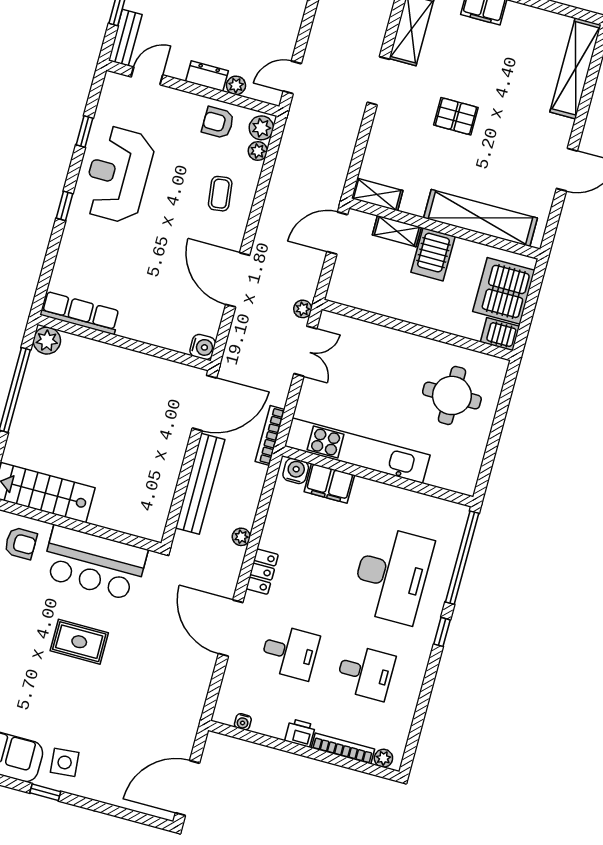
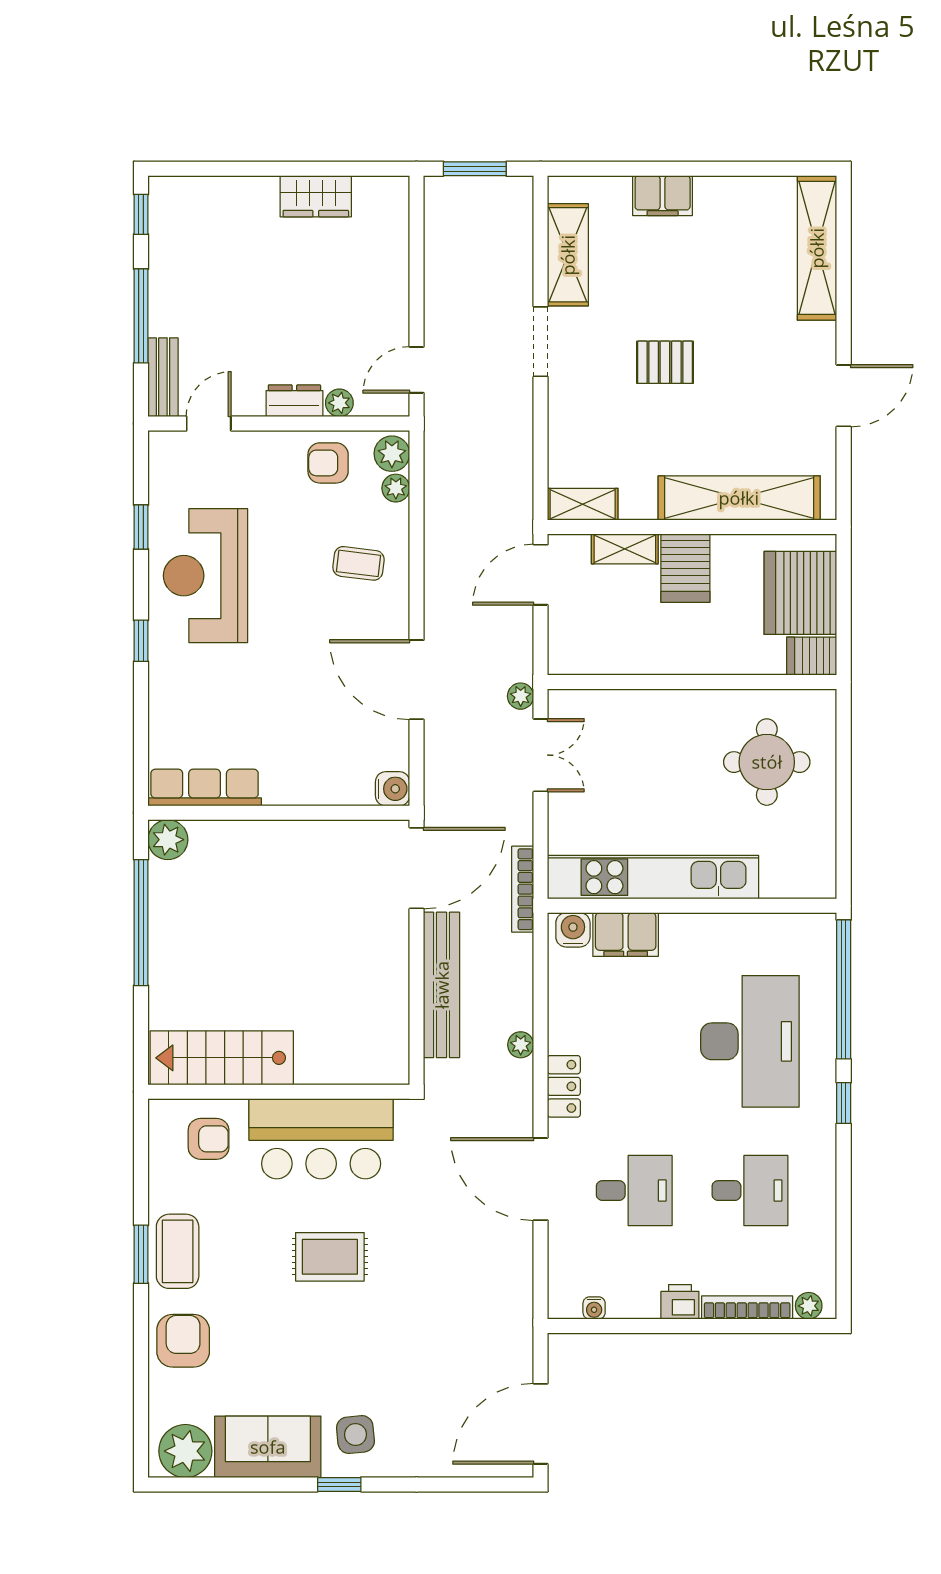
coffee table: (220, 194) -> (358, 563), turned -76

